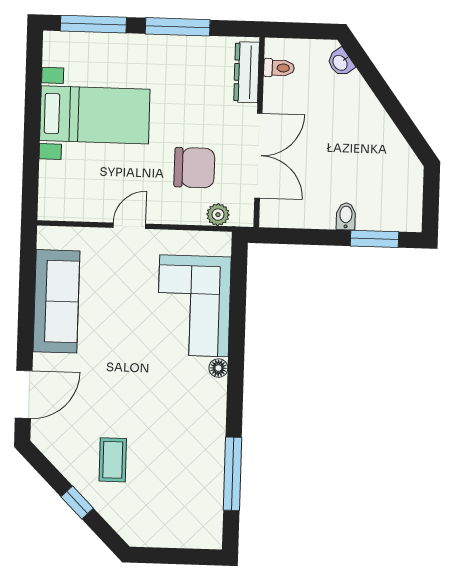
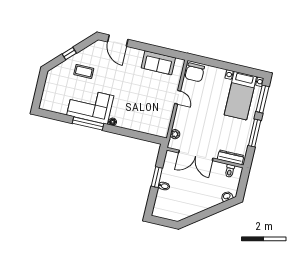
bed with nightstands: (95, 115) -> (240, 96), moved
chair: (194, 168) -> (195, 72), moved
window: (374, 239) -> (157, 177), moved
sofa: (56, 301) -> (158, 63), width x0.73
corner sofa: (194, 306) -> (90, 105), moved
window: (232, 474) -> (88, 124), moved

